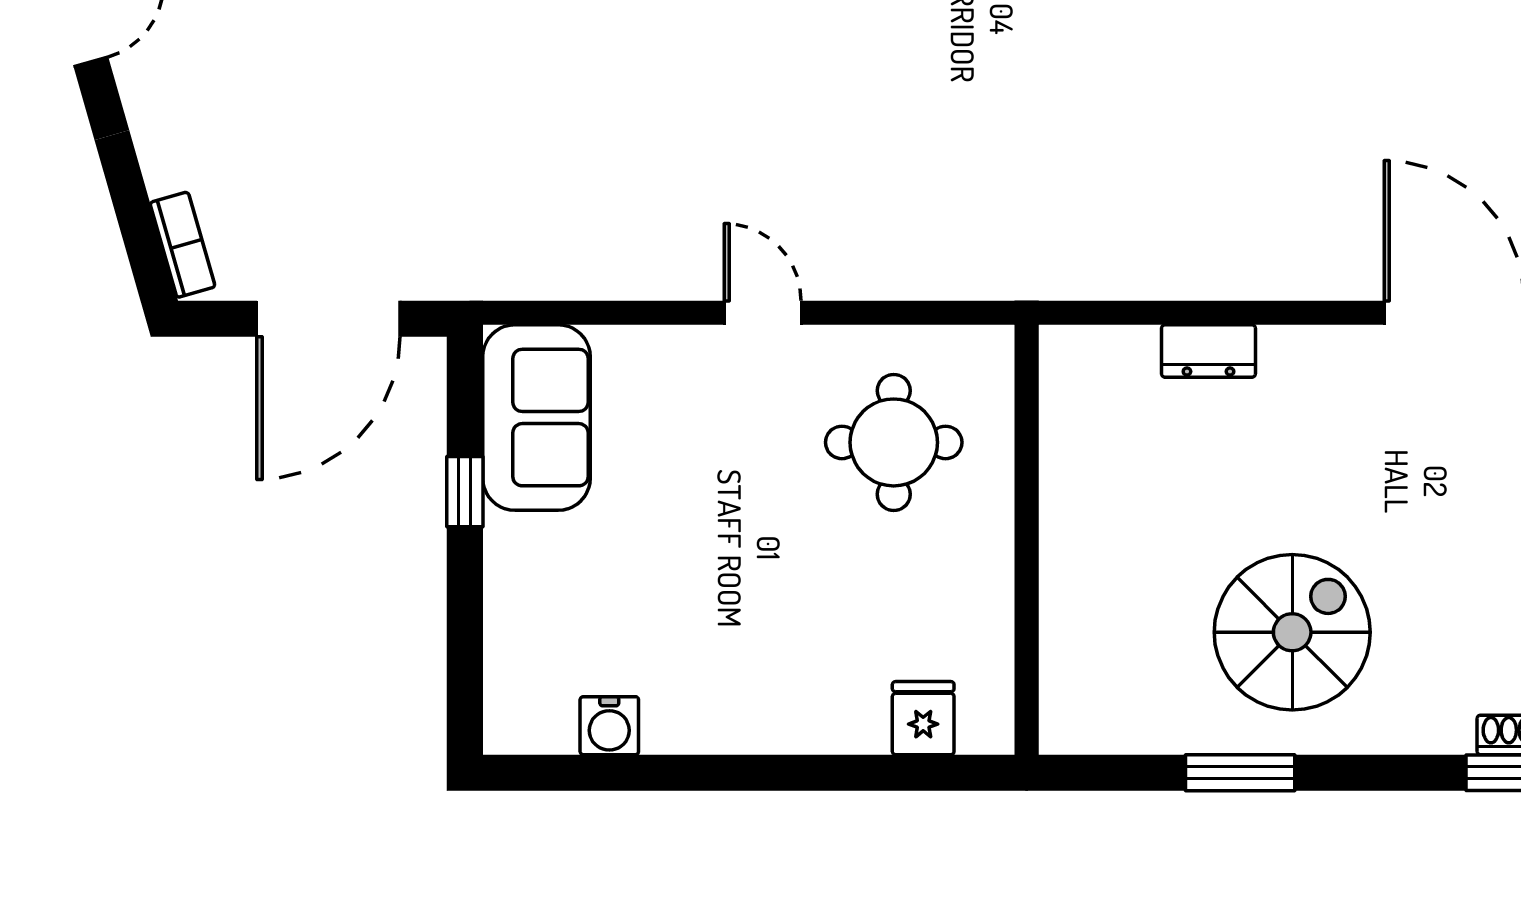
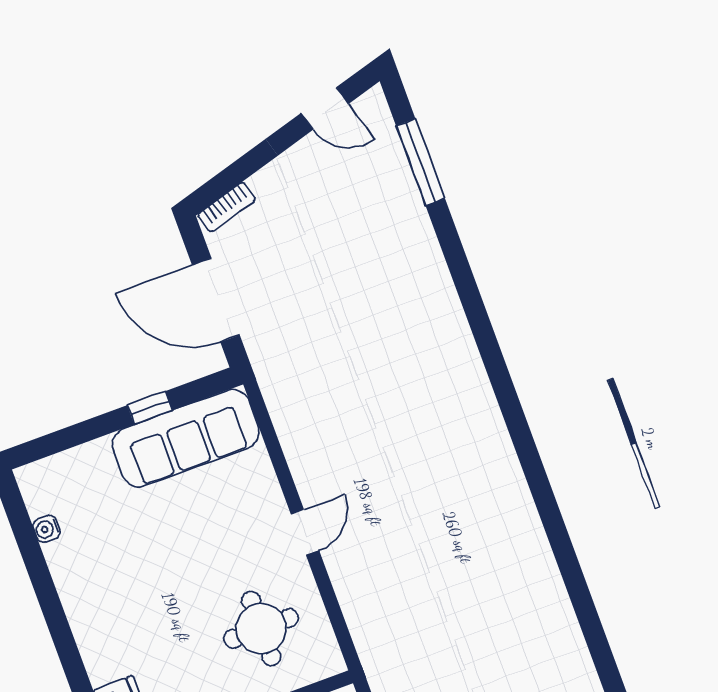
sofa: (537, 418) -> (186, 438), width x1.36
water cooler: (609, 726) -> (47, 529), width x0.72, depth x0.72

